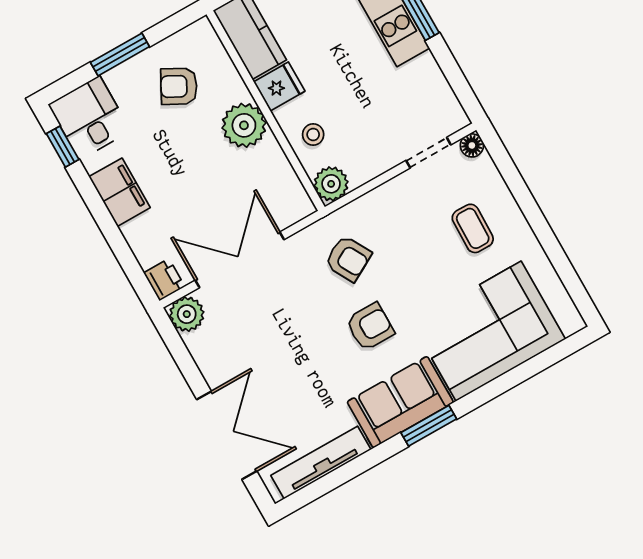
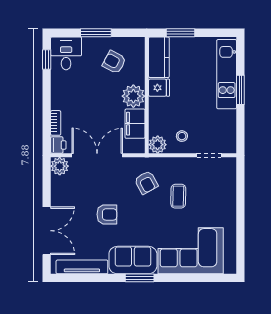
stool: (313, 134) -> (182, 136), moved
floor lamp: (472, 145) -> (230, 163), removed
filing cabinet: (120, 192) -> (135, 124), moved, turned 180
coffee table: (473, 228) -> (178, 196), moved
bookcase: (139, 245) -> (56, 123), added
armchair: (370, 327) -> (107, 214), moved

